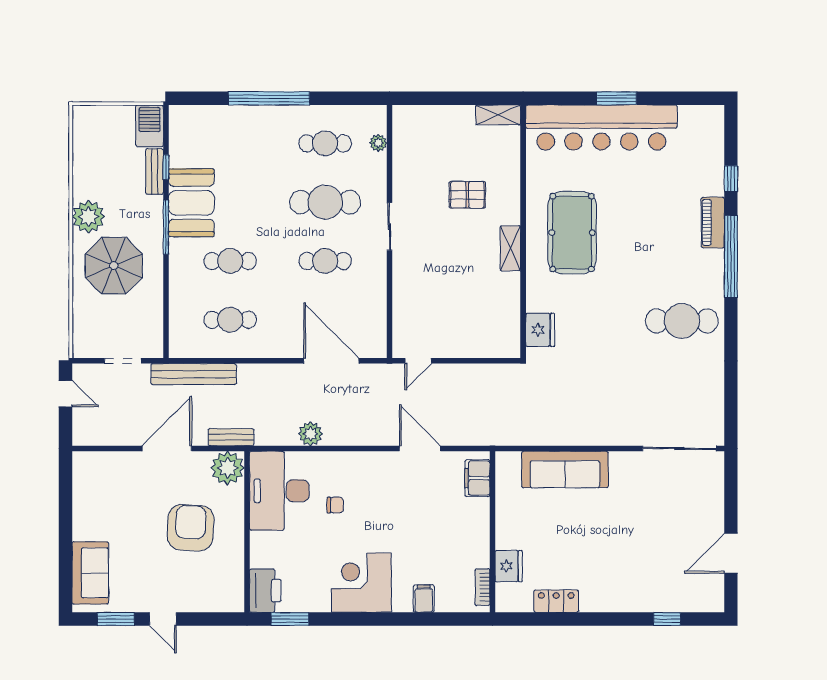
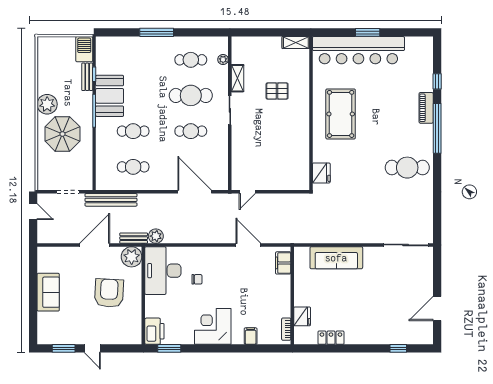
window: (269, 98) -> (157, 32), width x0.68
shelving: (510, 248) -> (238, 78), moved
plant: (310, 434) -> (156, 236), moved
sofa: (90, 573) -> (48, 292), moved

